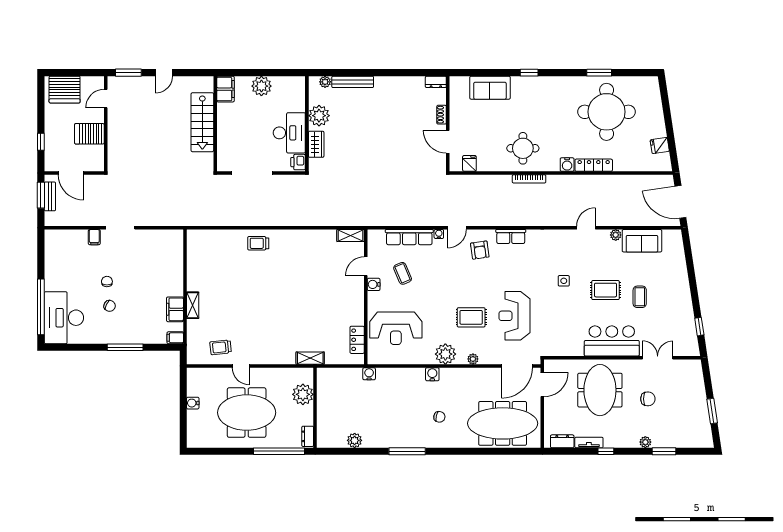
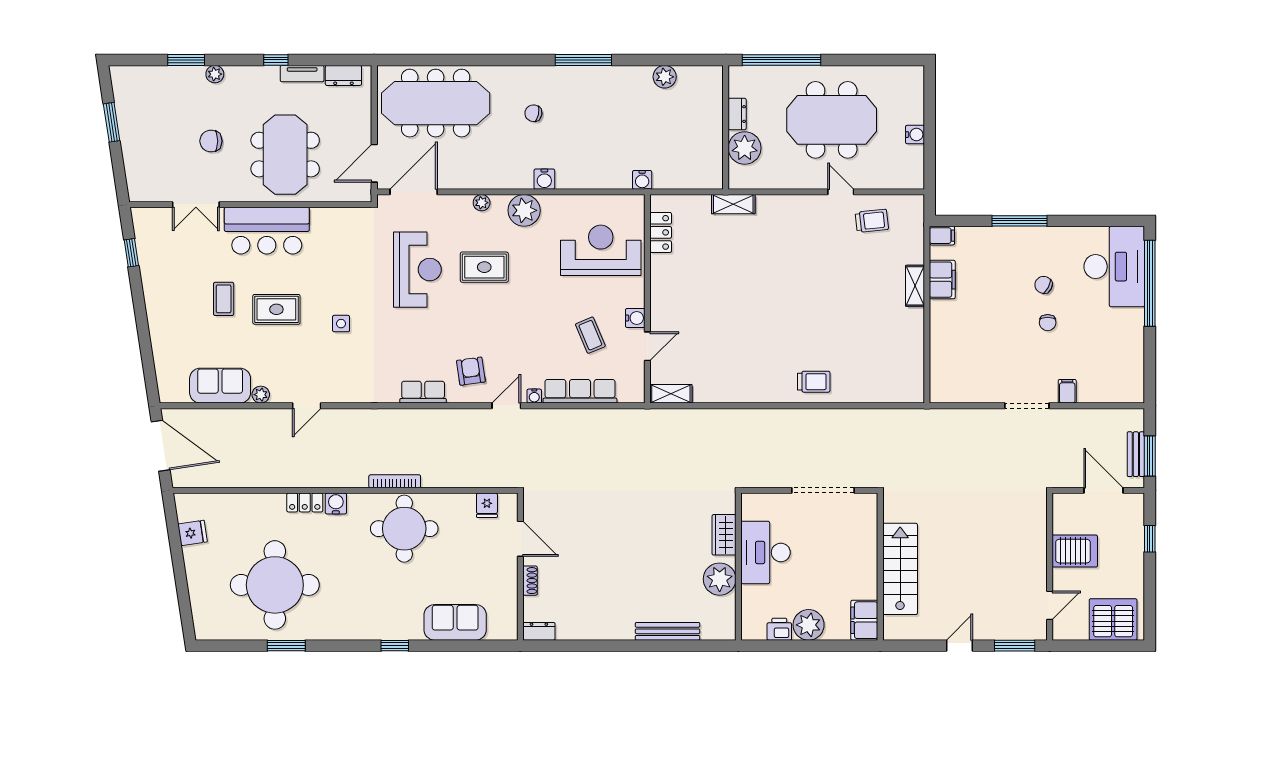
plant: (325, 82) -> (710, 631), removed
round table: (523, 148) -> (404, 529), width x1.36, depth x1.36
printer: (298, 162) -> (779, 629), moved, turned -90
locker: (594, 165) -> (305, 502), width x0.66
dresser: (308, 436) -> (737, 114), moved

